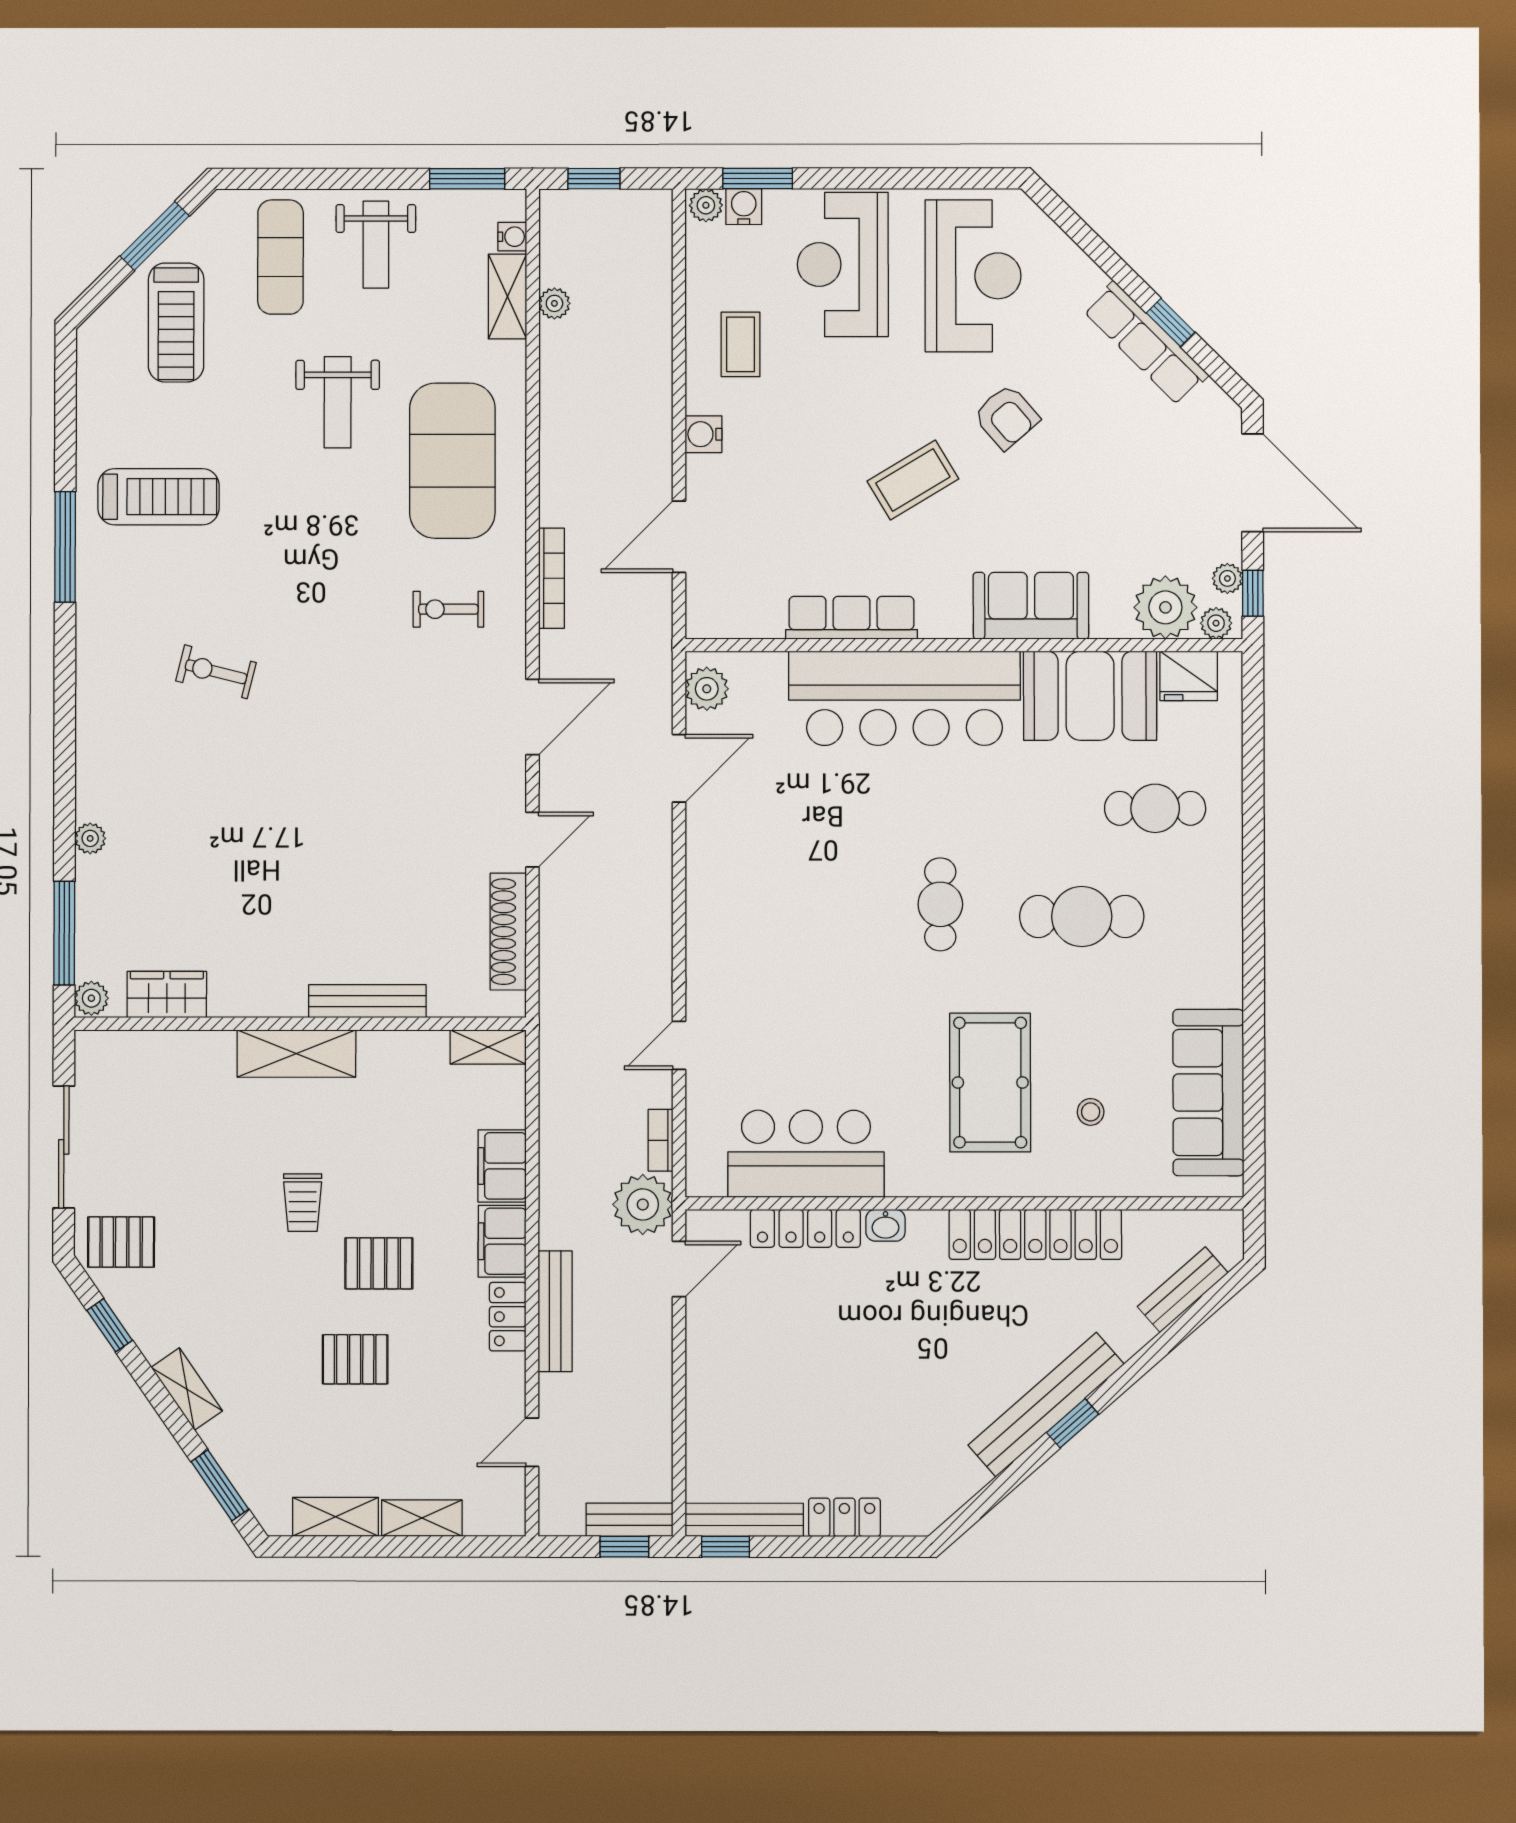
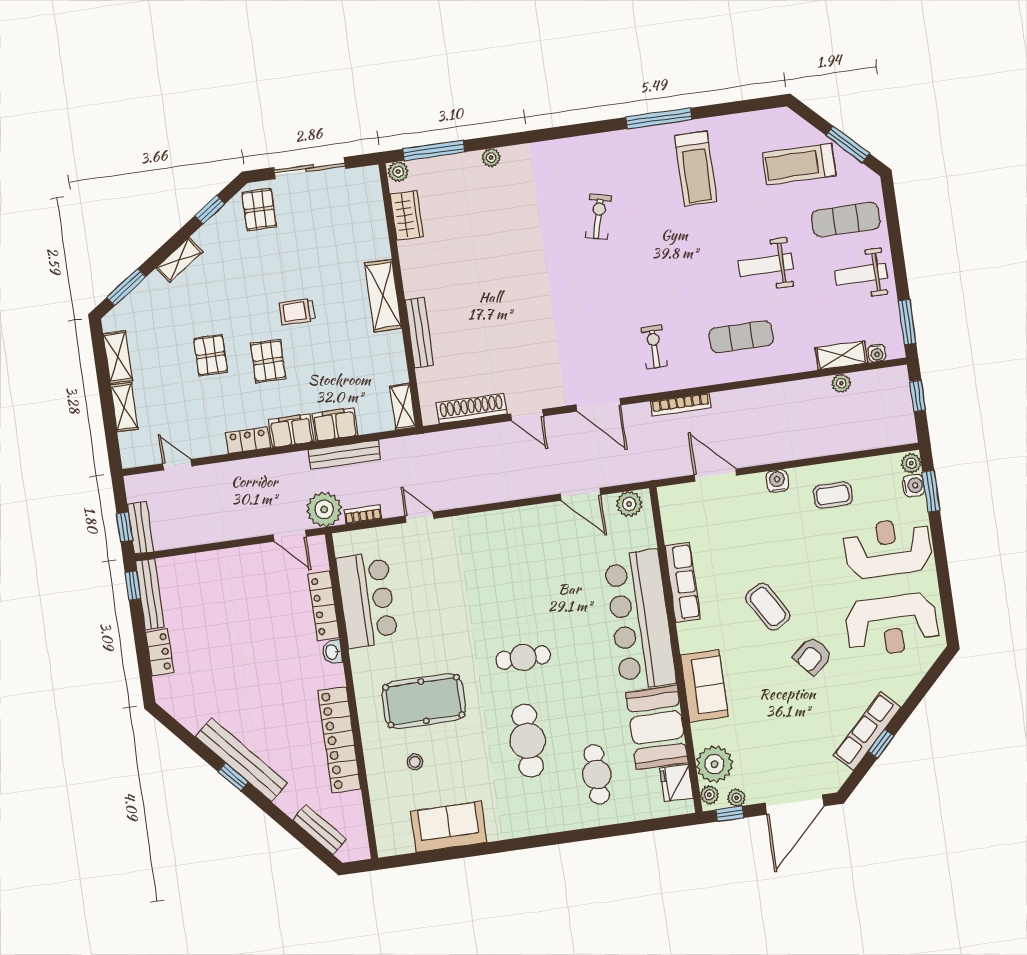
exercise mat: (452, 461) -> (741, 337), width x0.50, depth x0.69
sofa: (1208, 1093) -> (449, 827), width x0.73
bench: (555, 1311) -> (344, 455), moved

